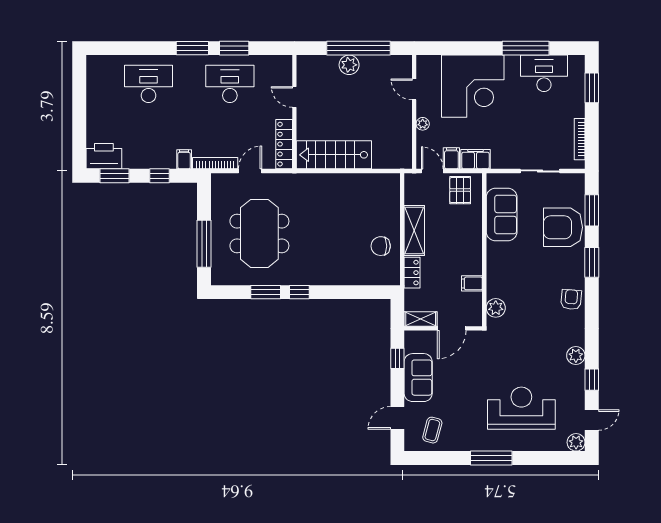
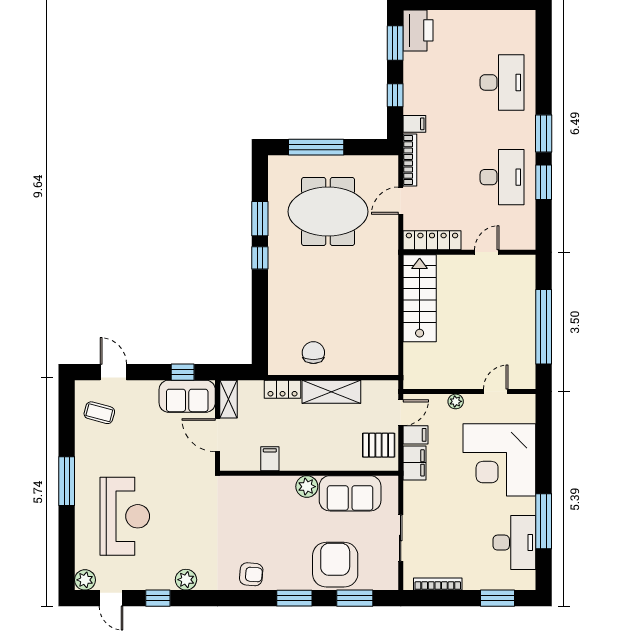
plant: (349, 65) -> (524, 316), removed
door: (250, 171) -> (401, 201), swing flipped
plant: (496, 308) -> (307, 487), moved
sofa: (418, 378) -> (187, 396), moved

